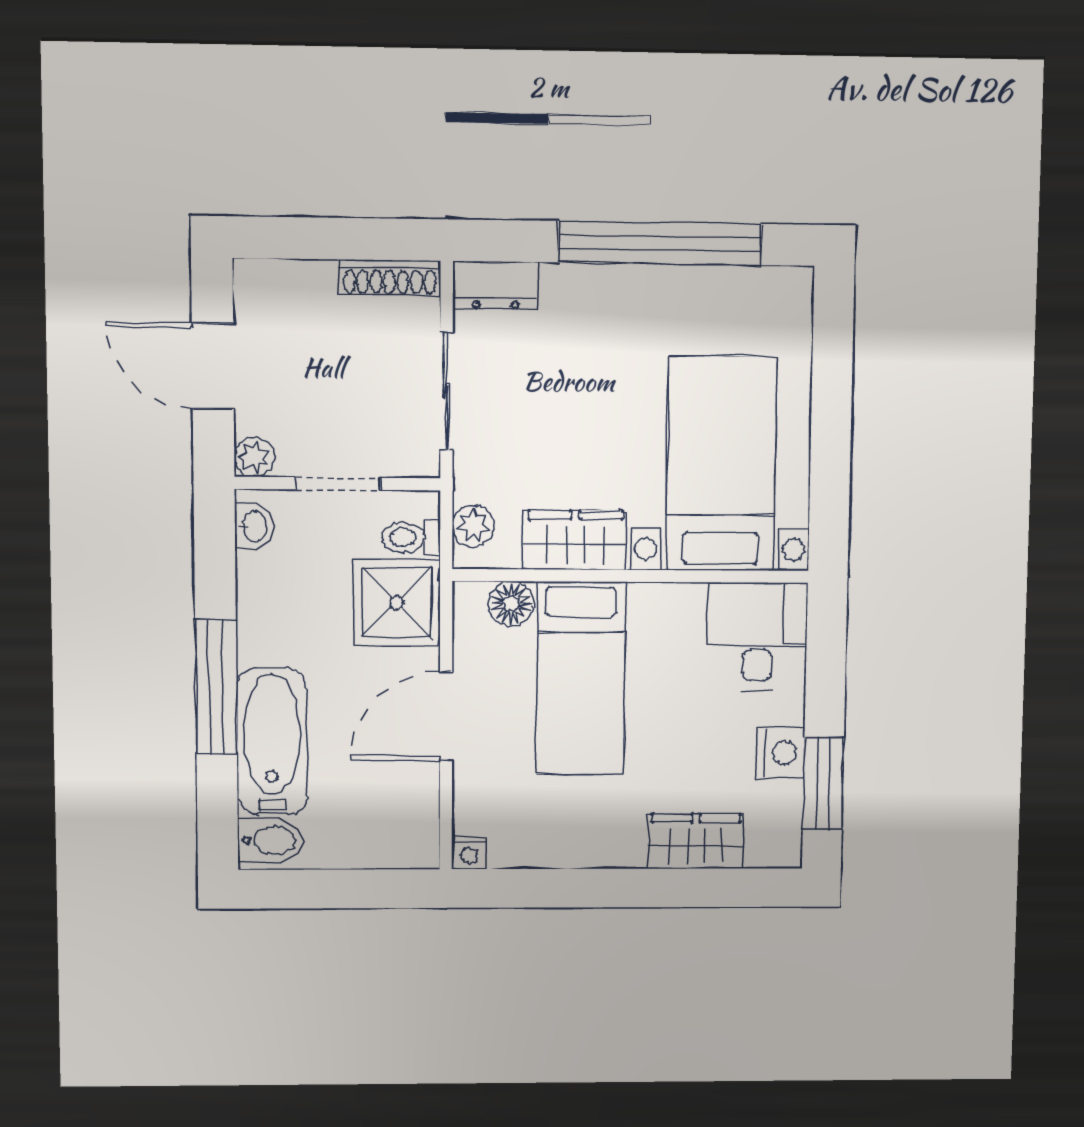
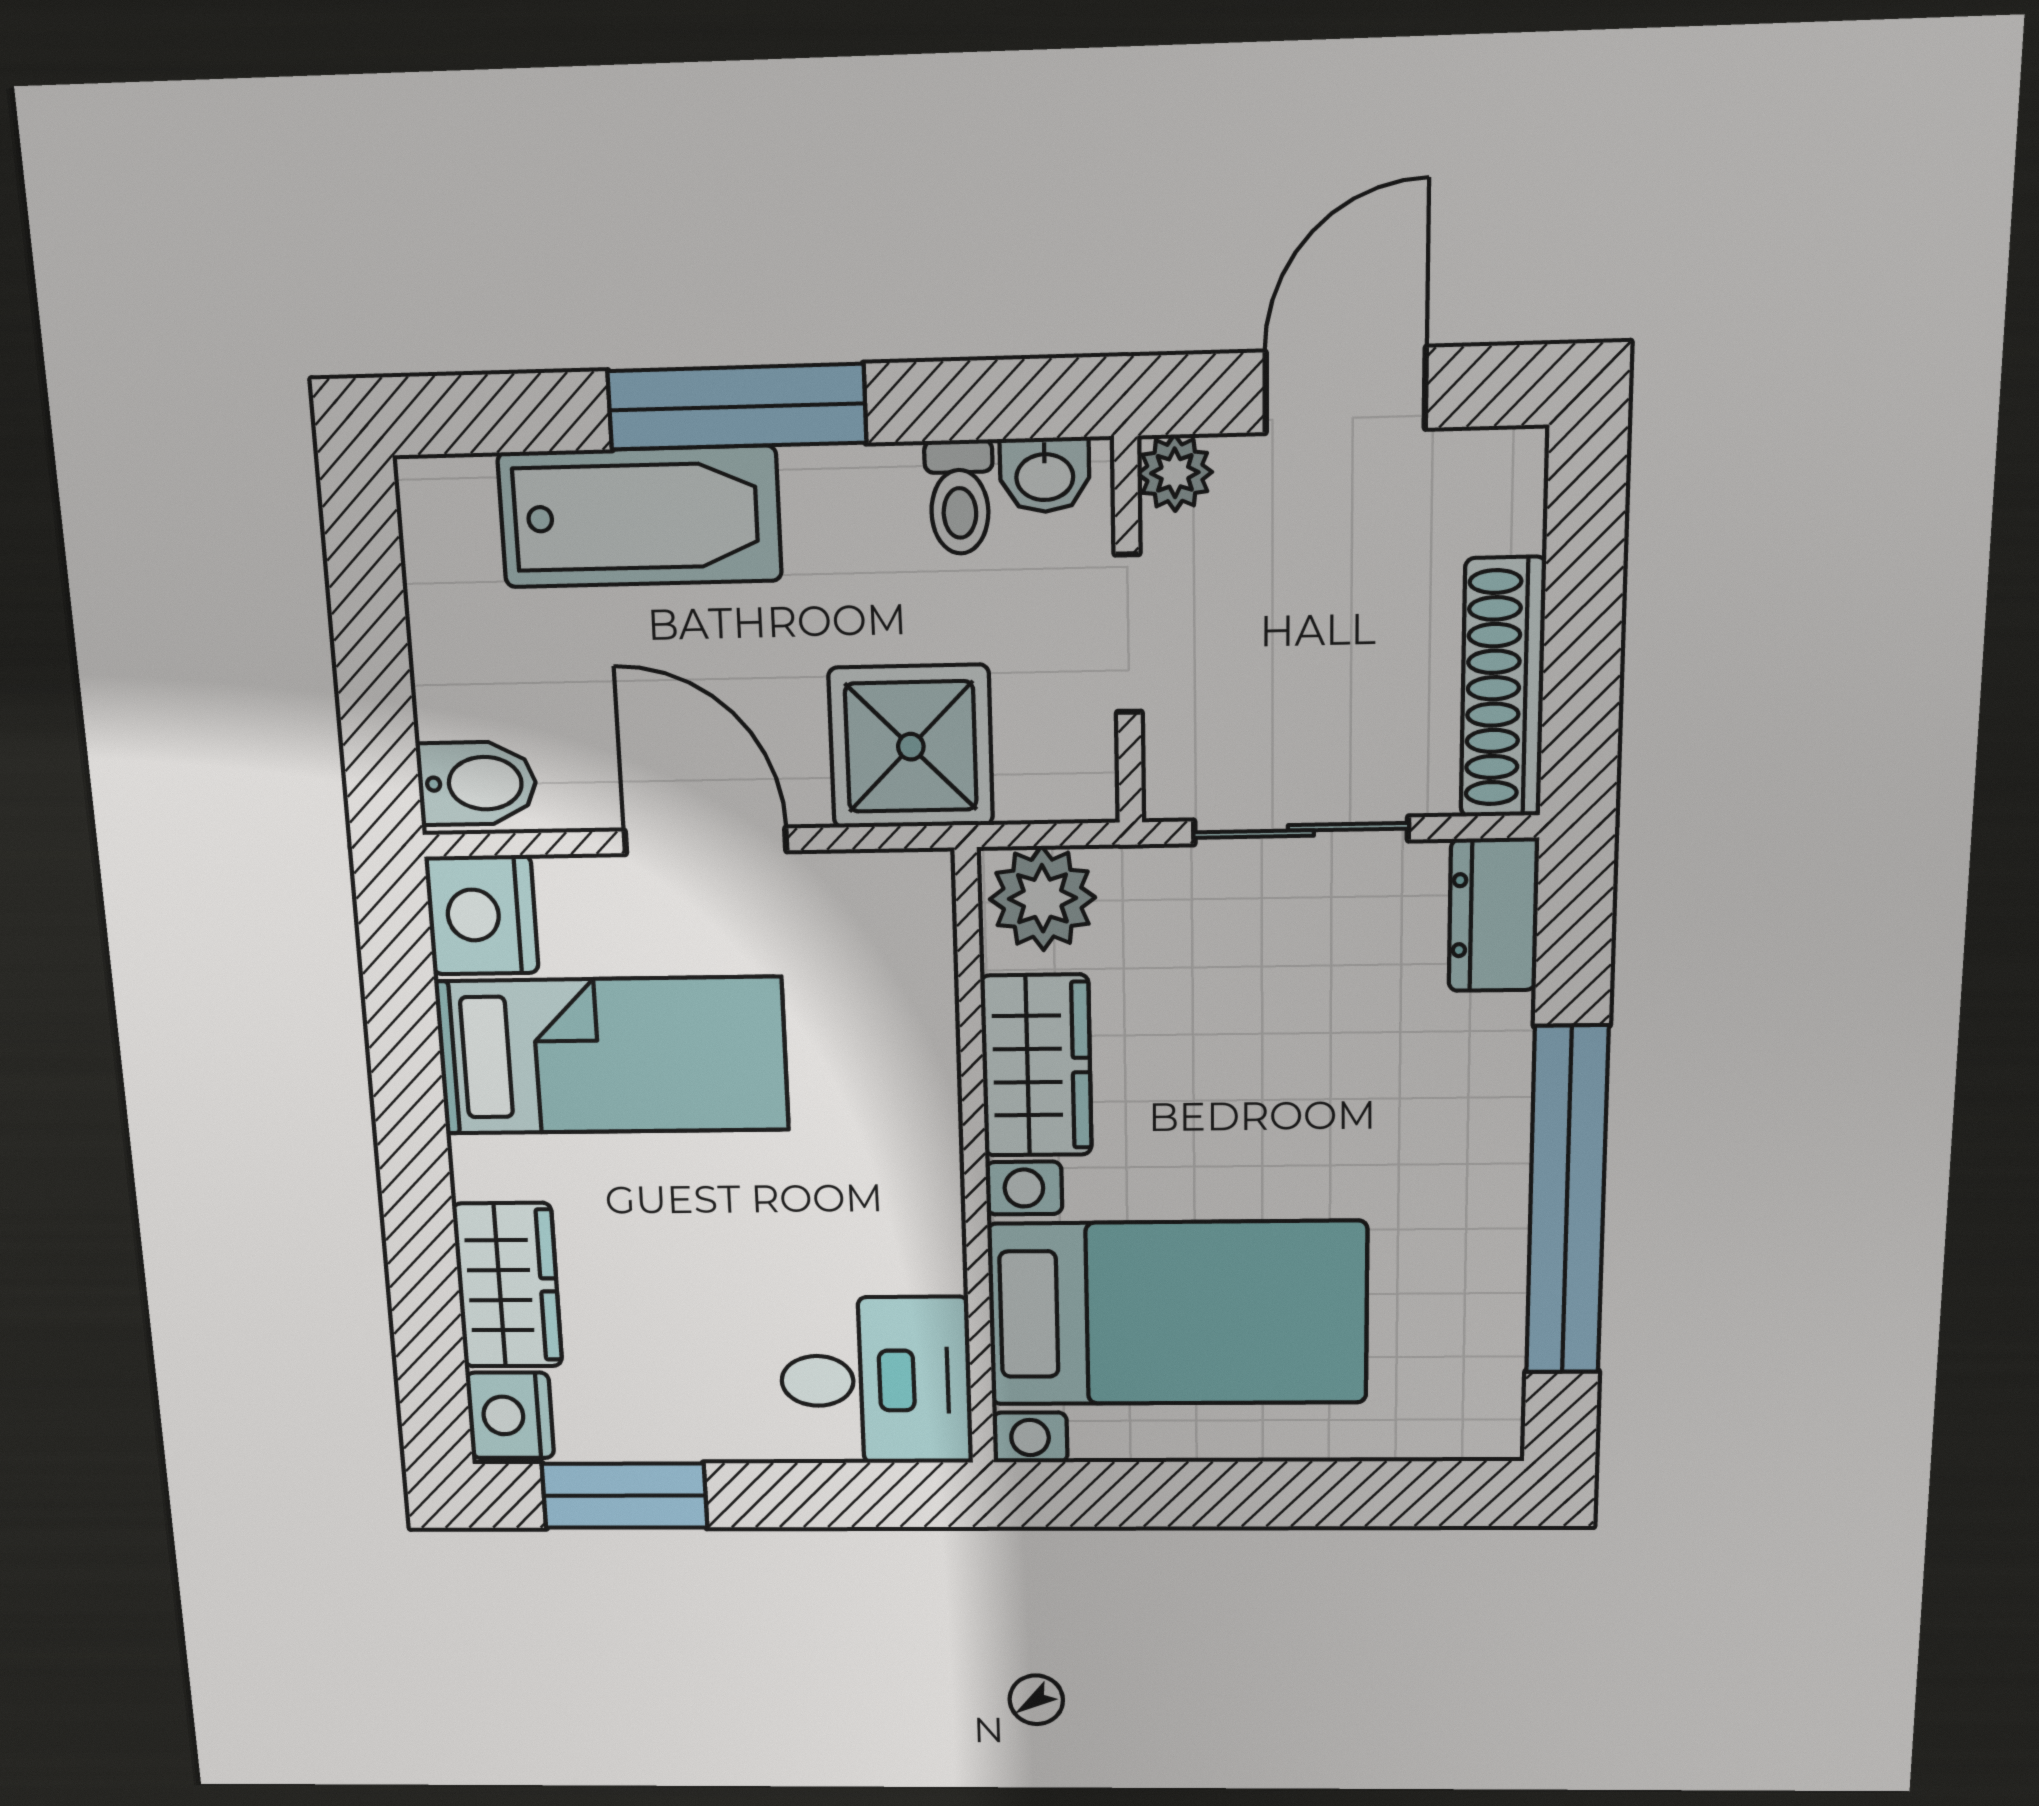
shoe rack: (390, 278) -> (1503, 688), width x1.36, depth x1.24
plant: (473, 526) -> (1043, 898), width x1.38, depth x1.38
toilet: (411, 537) -> (959, 497), moved, turned 180
floor lamp: (511, 604) -> (917, 954), removed
bed: (581, 678) -> (612, 1056), moved, turned 180
nightstand: (781, 753) -> (510, 1415), moved, turned 90
bidet: (270, 840) -> (477, 783), moved, turned -90
nightstand: (469, 853) -> (482, 915), width x1.89, depth x1.79

